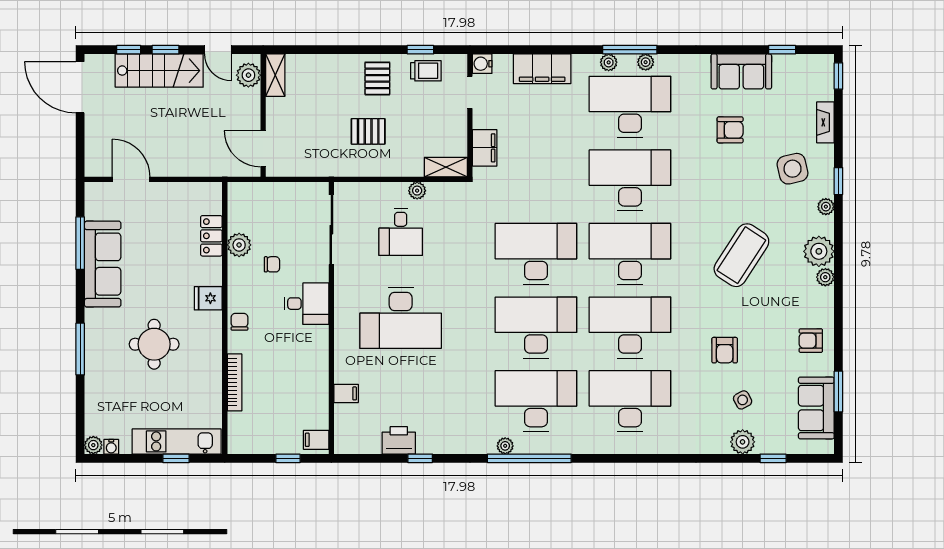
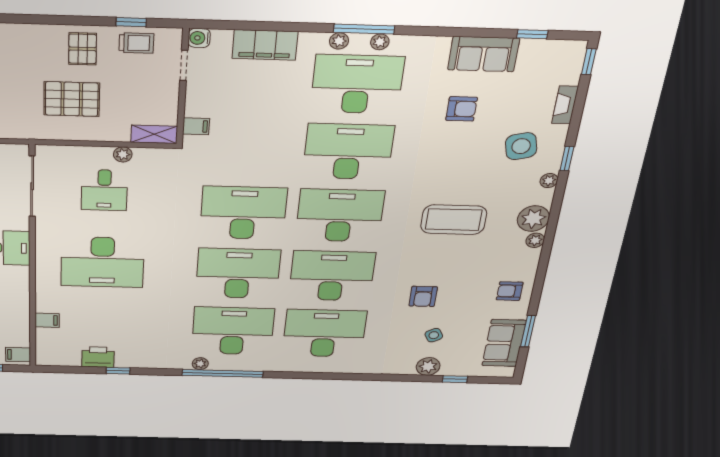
pallet: (368, 131) -> (72, 99), width x1.50, depth x1.42
filing cabinet: (485, 148) -> (196, 126), width x0.50
coffee table: (741, 255) -> (454, 220), turned 57

